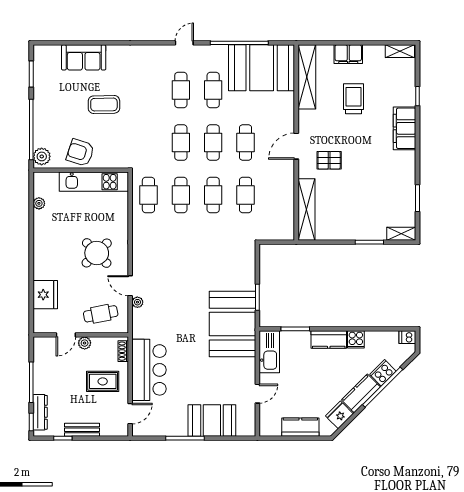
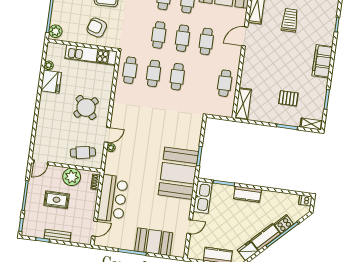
filing cabinet: (405, 128) -> (322, 61), moved
door: (296, 146) -> (245, 36), moved
armchair: (80, 153) -> (97, 28), moved
pallet: (329, 160) -> (288, 98), moved
cafe table: (246, 195) -> (225, 83), moved
shelving: (306, 209) -> (243, 104), width x0.68
door: (130, 286) -> (107, 135), swing flipped
fridge: (45, 295) -> (51, 82), moved
door: (66, 335) -> (41, 162), moved
cooker: (356, 339) -> (267, 197), removed
plant: (85, 343) -> (72, 177), width x1.87, depth x1.87
rug: (103, 381) -> (57, 200), moved
dresser: (40, 412) -> (29, 219), removed

